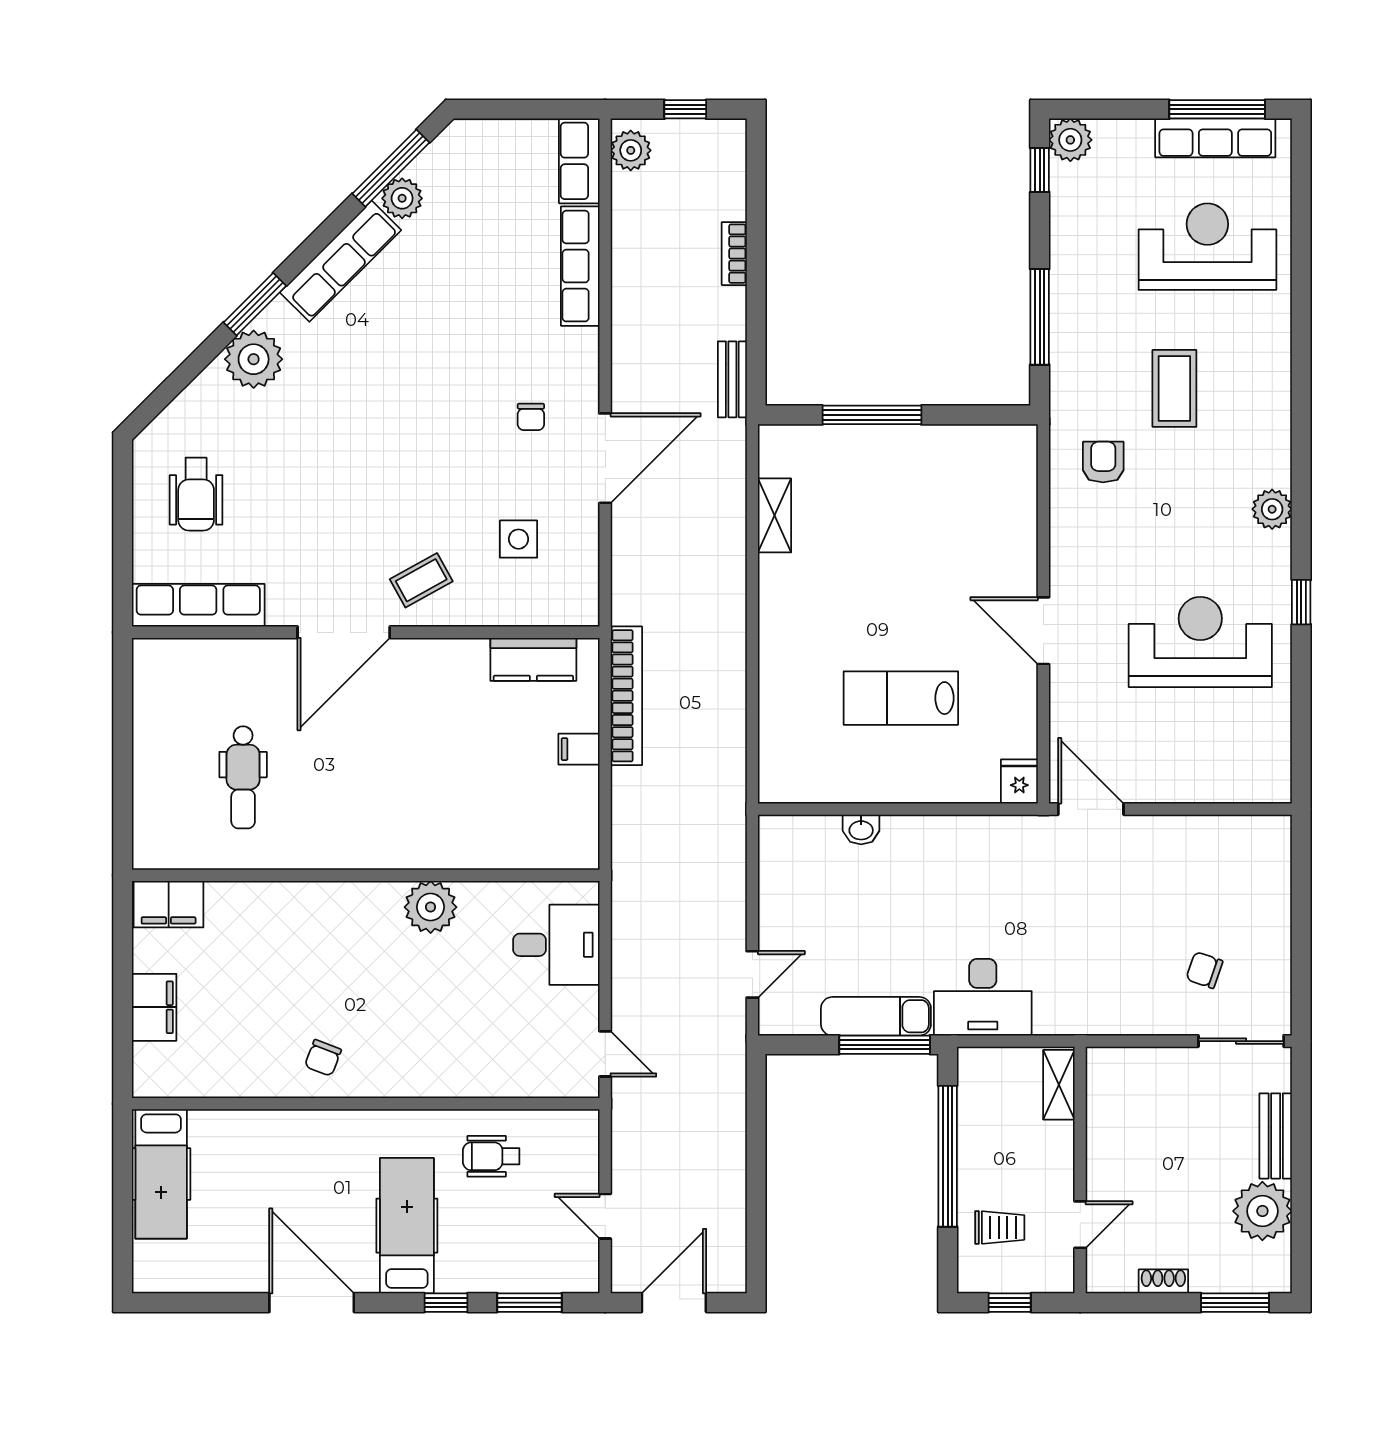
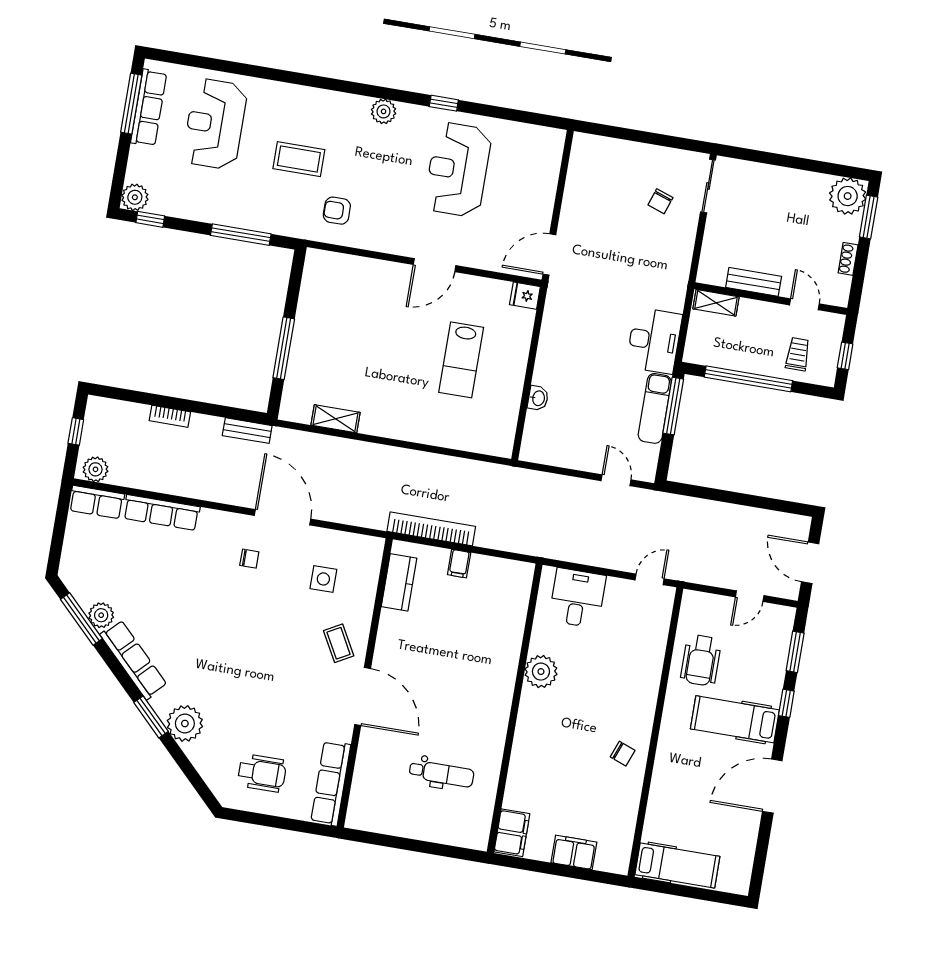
bench: (1276, 1136) -> (754, 282), moved
wheelchair: (491, 1156) -> (701, 660), width x1.36, depth x1.37
plant: (1262, 1211) -> (848, 196), moved

